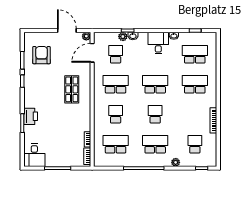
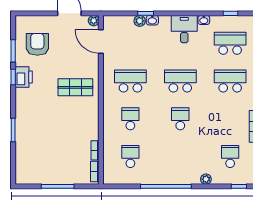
door: (92, 53) -> (101, 41), hinge flipped
school desk: (116, 54) -> (130, 43), removed
shop shelf: (72, 89) -> (75, 87), turned 90
printer: (31, 116) -> (24, 77), moved
school desk: (116, 144) -> (130, 156), width x0.54
school desk: (155, 144) -> (180, 156), removed
desk: (34, 155) -> (28, 170), removed

